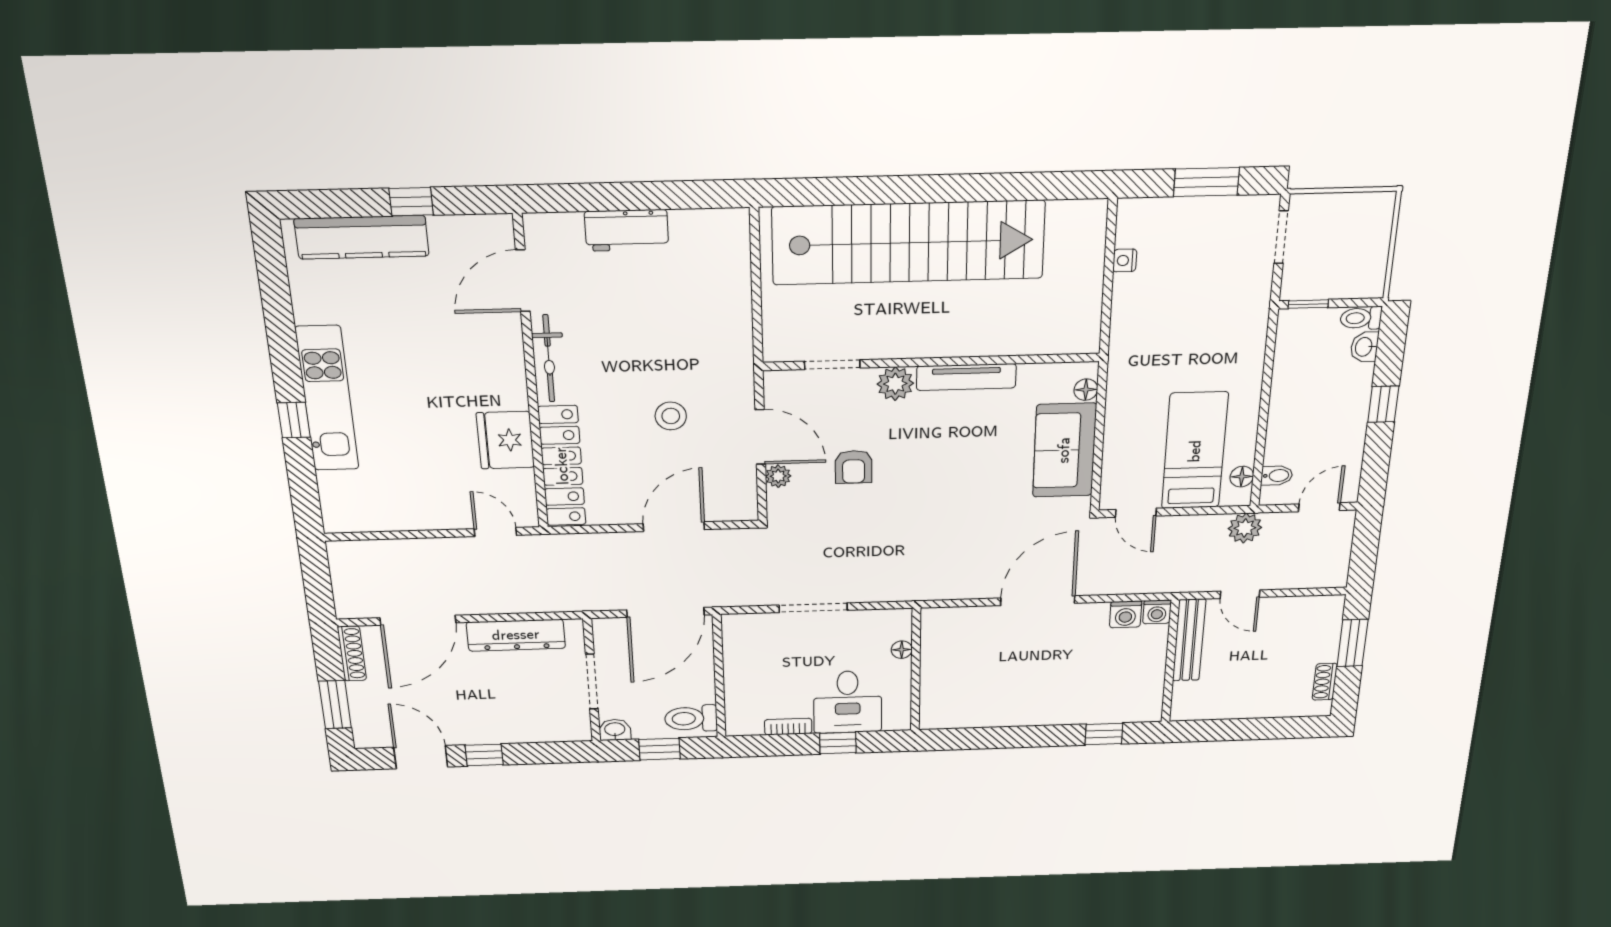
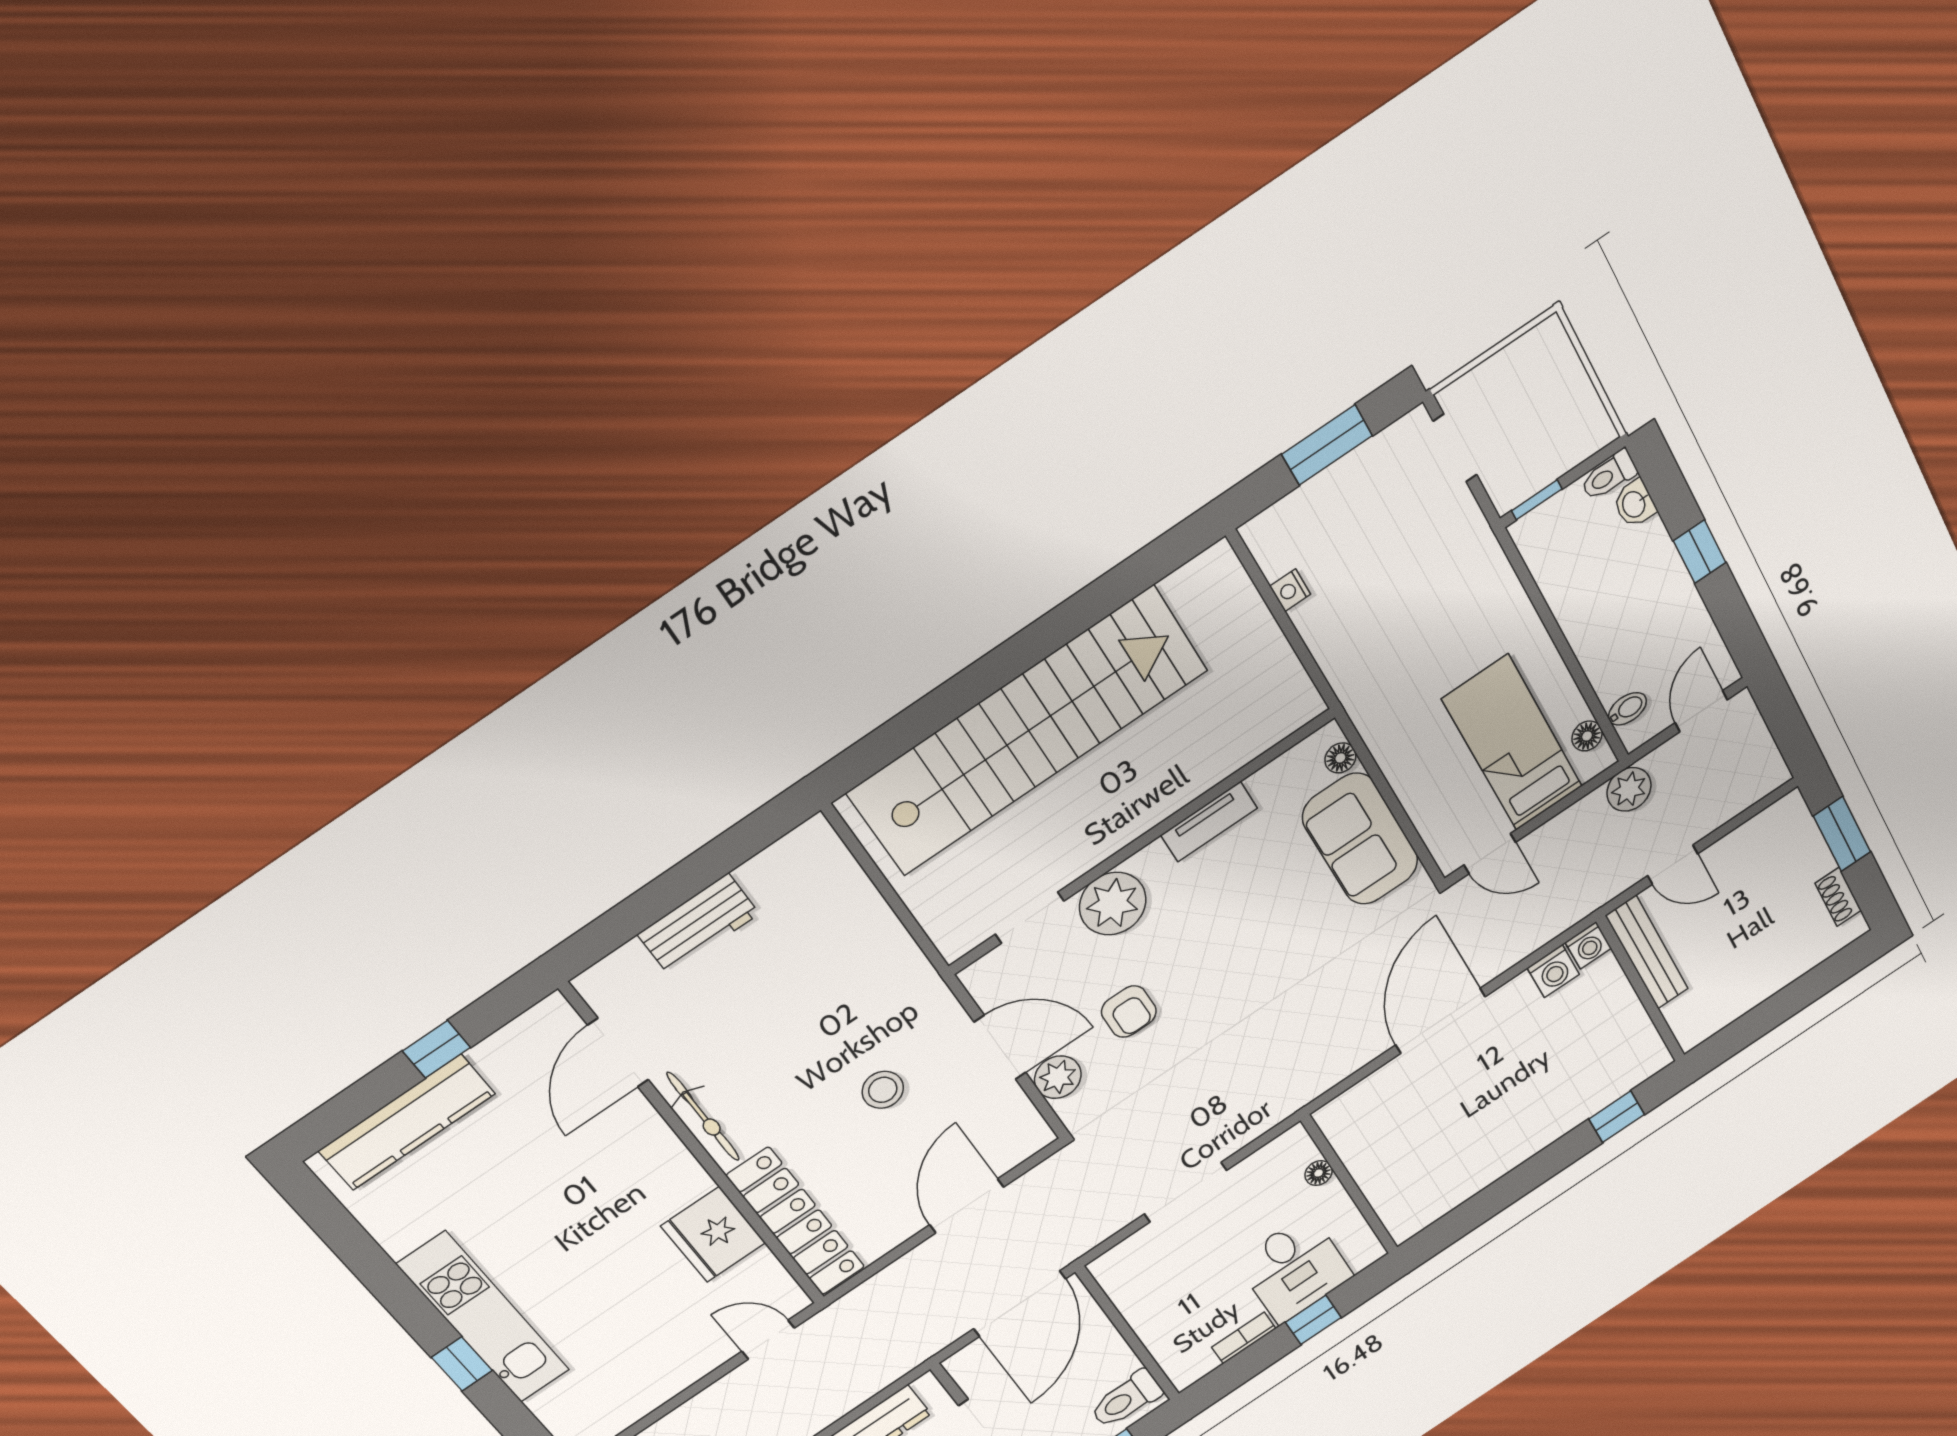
tv unit: (966, 377) -> (1209, 822), width x0.71
plant: (895, 384) -> (1113, 904), width x1.36, depth x1.36
plant: (778, 476) -> (1058, 1077), width x1.38, depth x1.38

